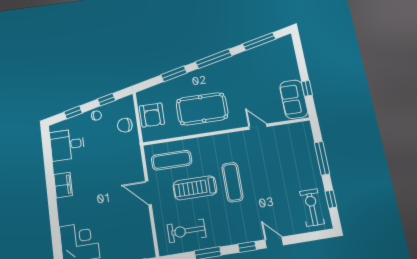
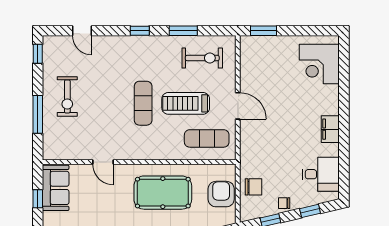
treadmill: (195, 188) -> (186, 103), turned 180
window: (331, 199) -> (38, 54), moved
exercise bike: (312, 208) -> (67, 96), moved
door: (274, 242) -> (82, 31), moved

